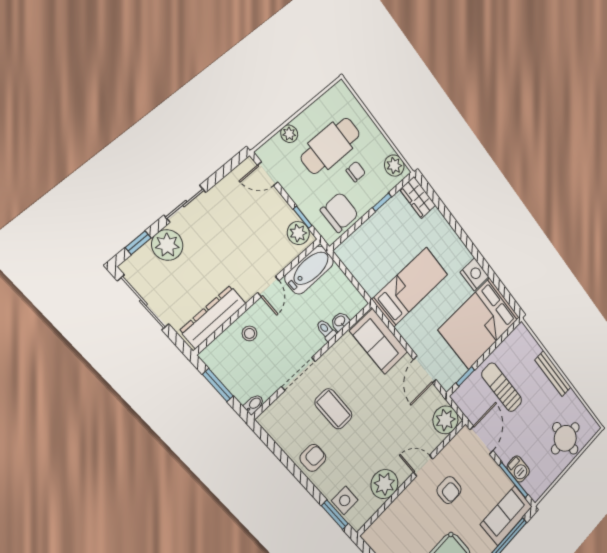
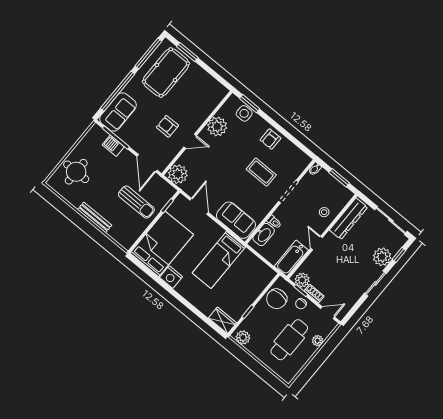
chair: (356, 172) -> (301, 304), moved
shoe rack: (284, 208) -> (314, 294), added
washbasin: (340, 321) -> (264, 234), width x1.91, depth x1.45

